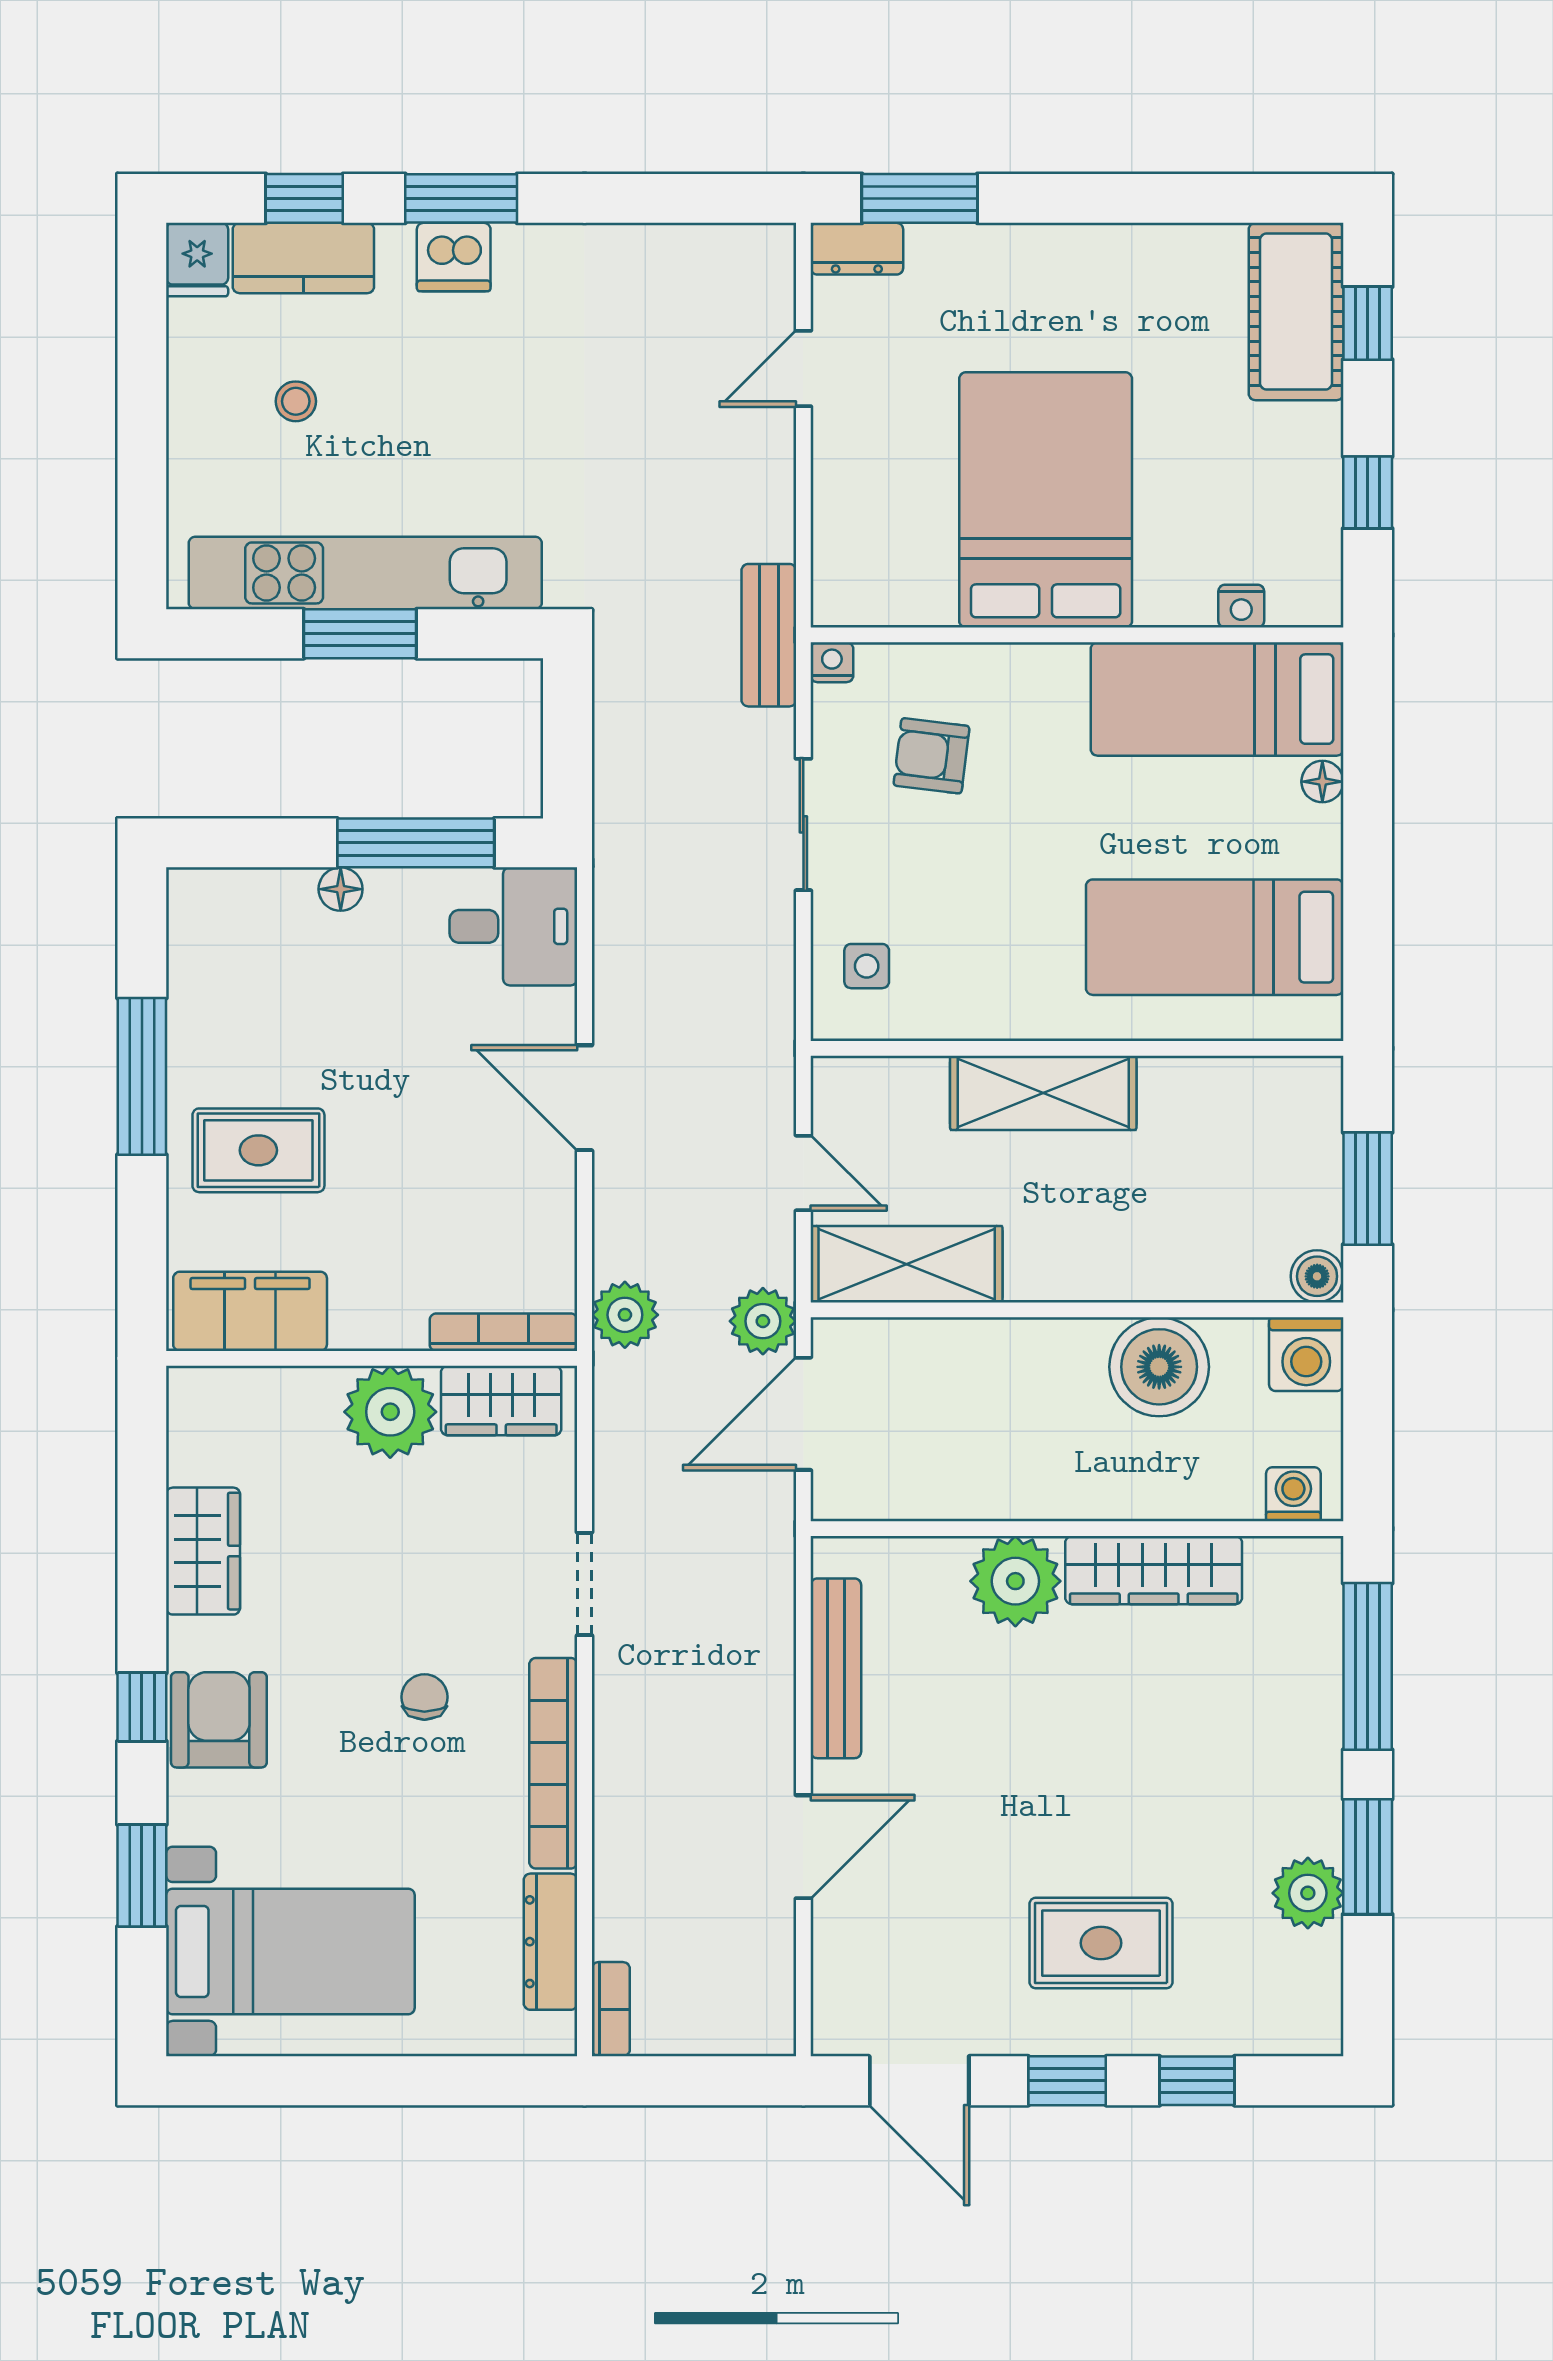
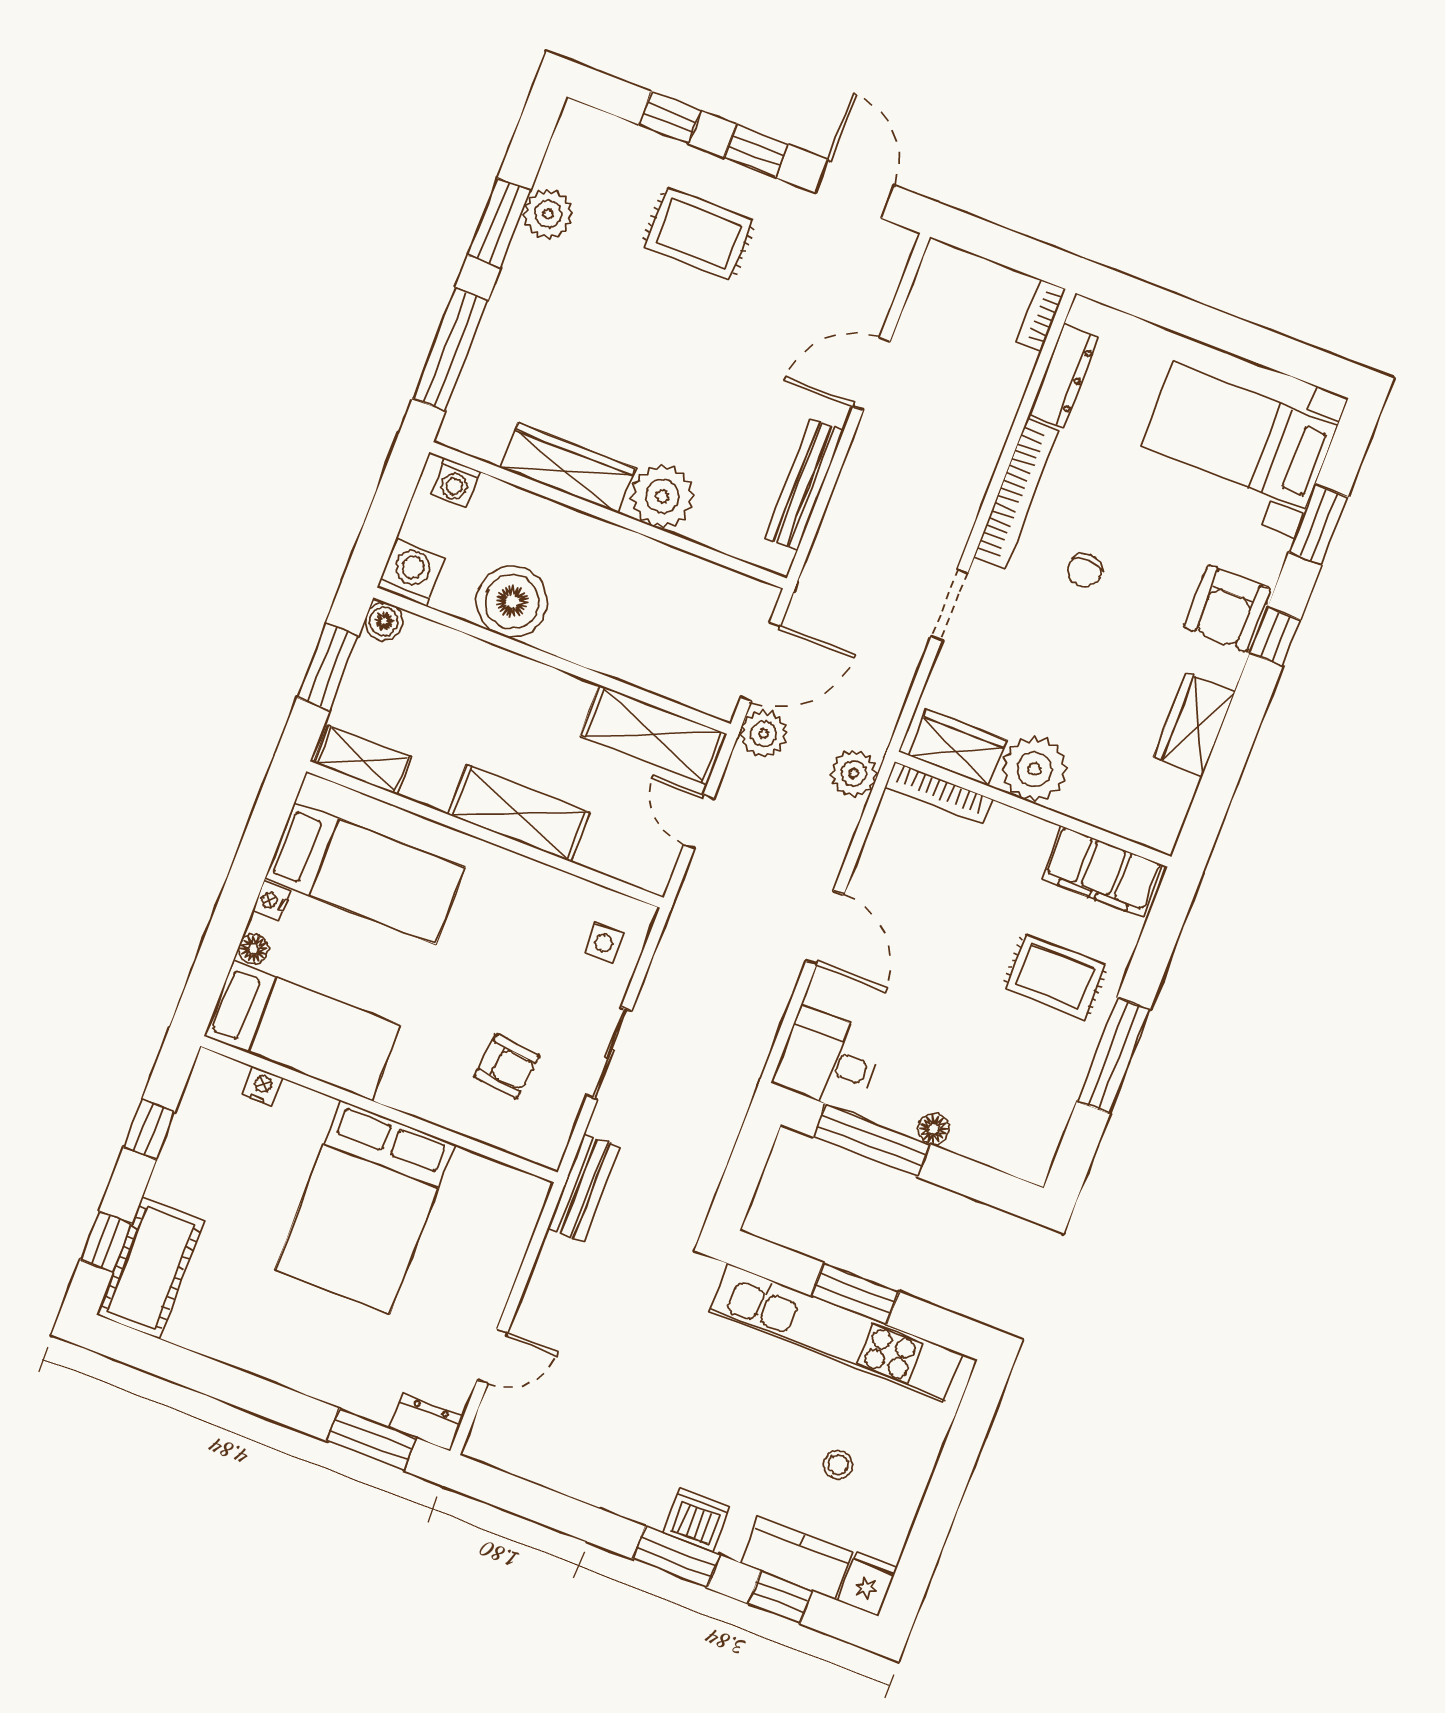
nightstand: (832, 662) -> (271, 901), moved, turned 90
shelving: (1275, 1084) -> (363, 760), added

